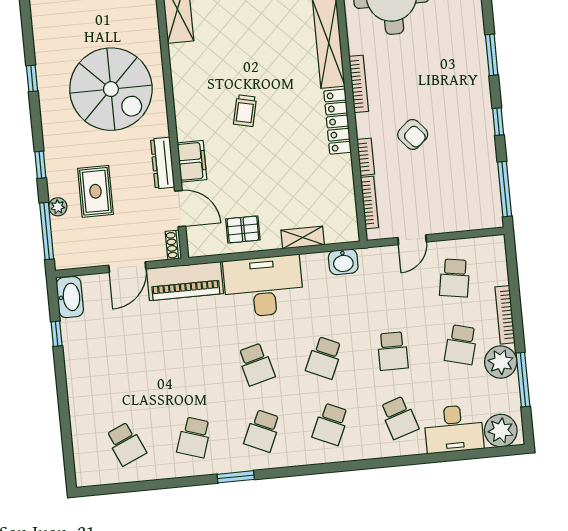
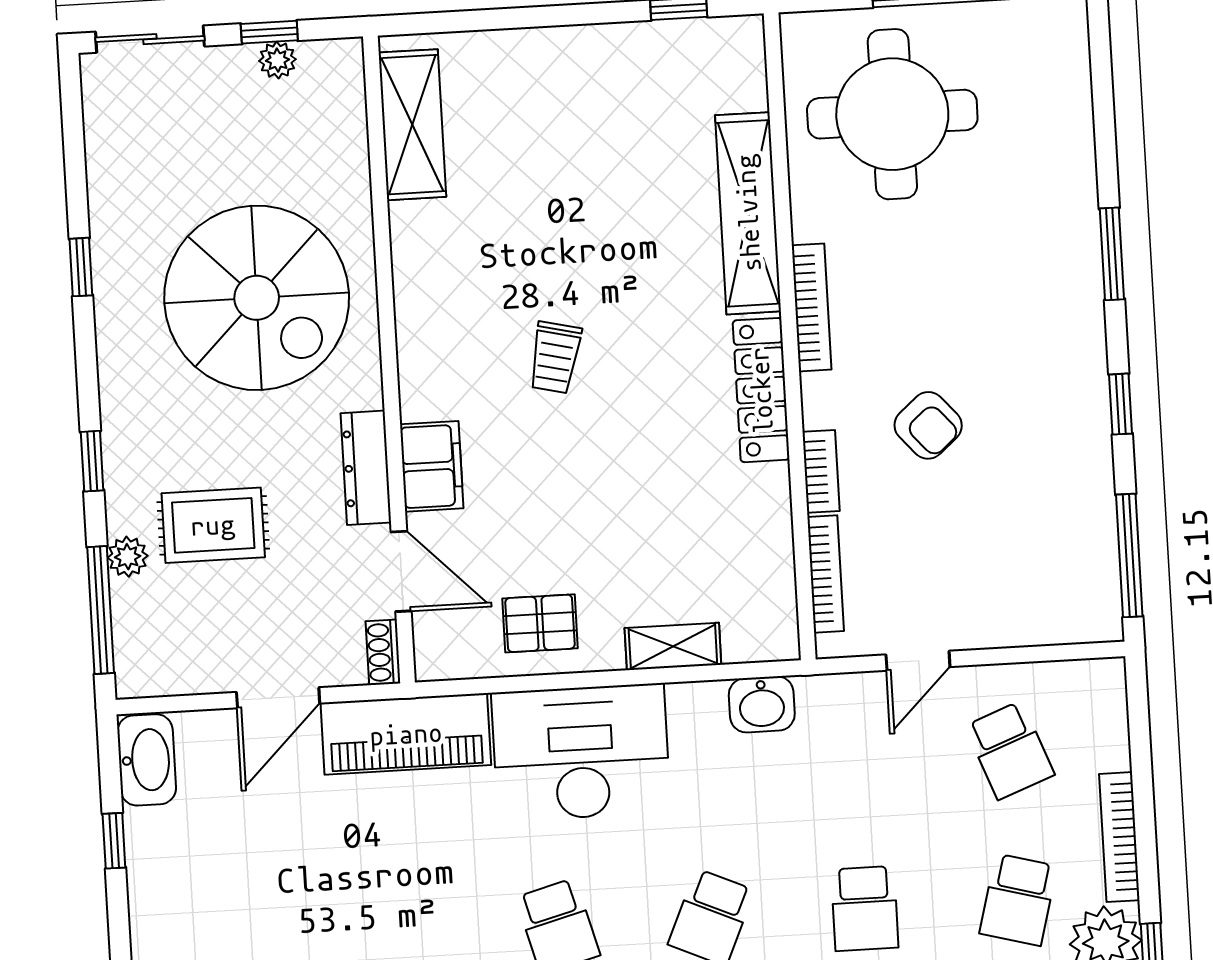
rug: (95, 191) -> (213, 525), turned 90
school desk: (455, 278) -> (1010, 750), turned -30

